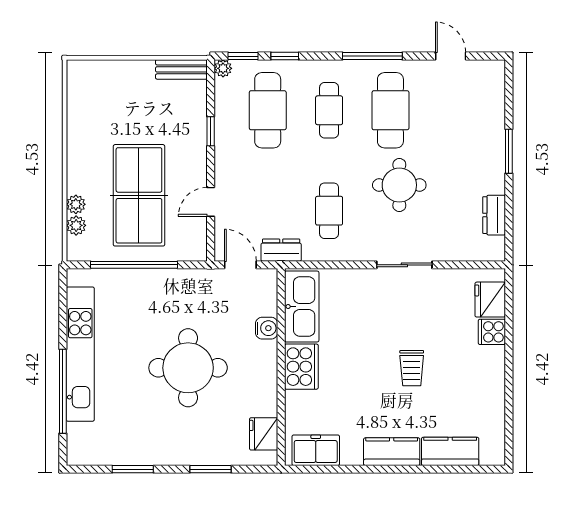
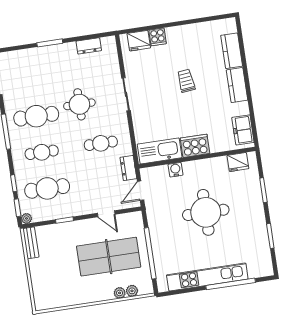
trolley: (412, 368) -> (186, 81), turned -96

